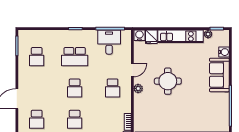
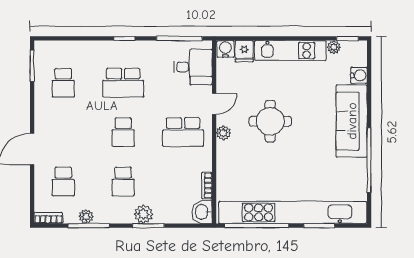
desk: (109, 42) -> (193, 67), moved, turned 90
sofa: (219, 75) -> (352, 121), width x1.36
school desk: (113, 88) -> (183, 132), width x1.85

